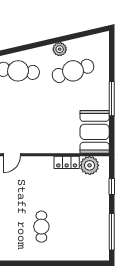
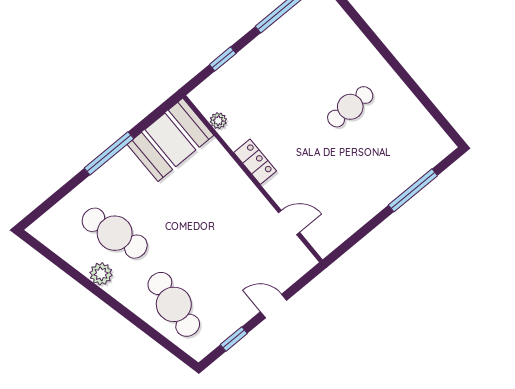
locker: (67, 162) -> (255, 162), moved
plant: (90, 165) -> (218, 121), width x0.53, depth x0.53

